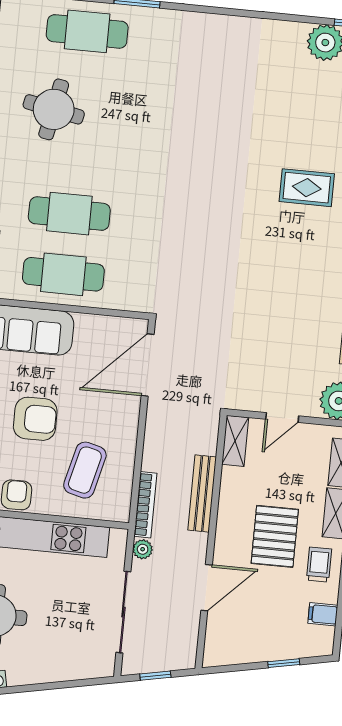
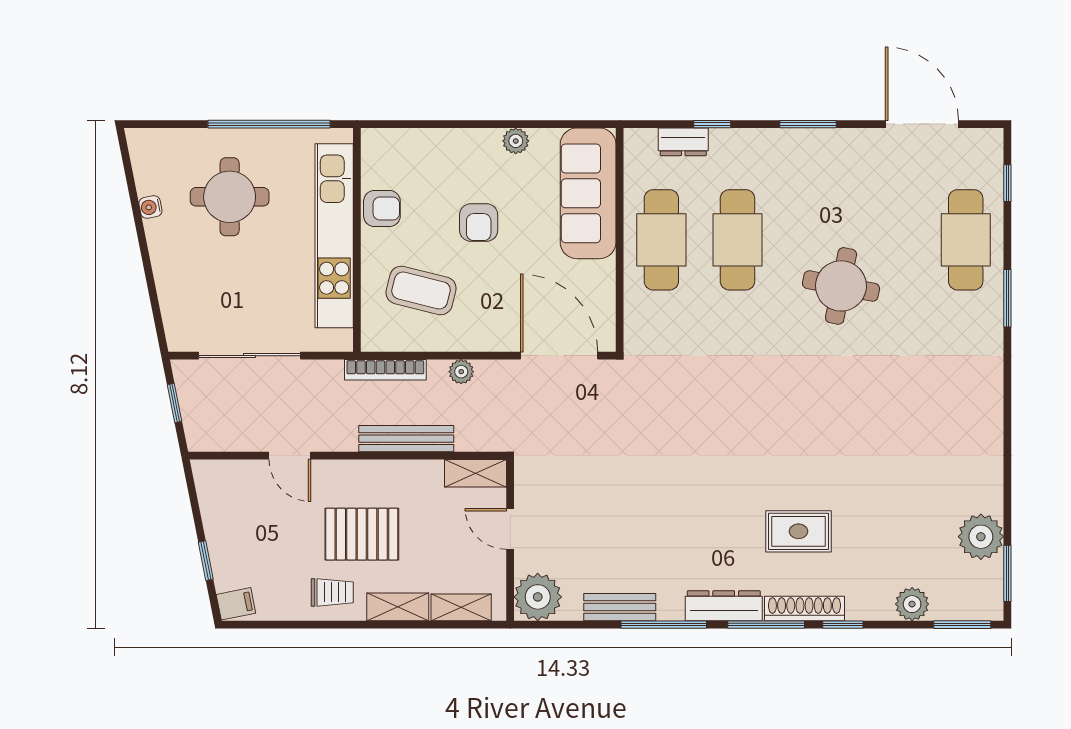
round table: (54, 109) -> (841, 286), moved
rug: (307, 188) -> (798, 531), turned 90
armchair: (35, 419) -> (479, 223), width x0.72, depth x0.72
plant: (143, 549) -> (461, 372), moved
door: (207, 588) -> (290, 456), width x0.73
filing cabinet: (323, 614) -> (236, 604), moved, turned 79

